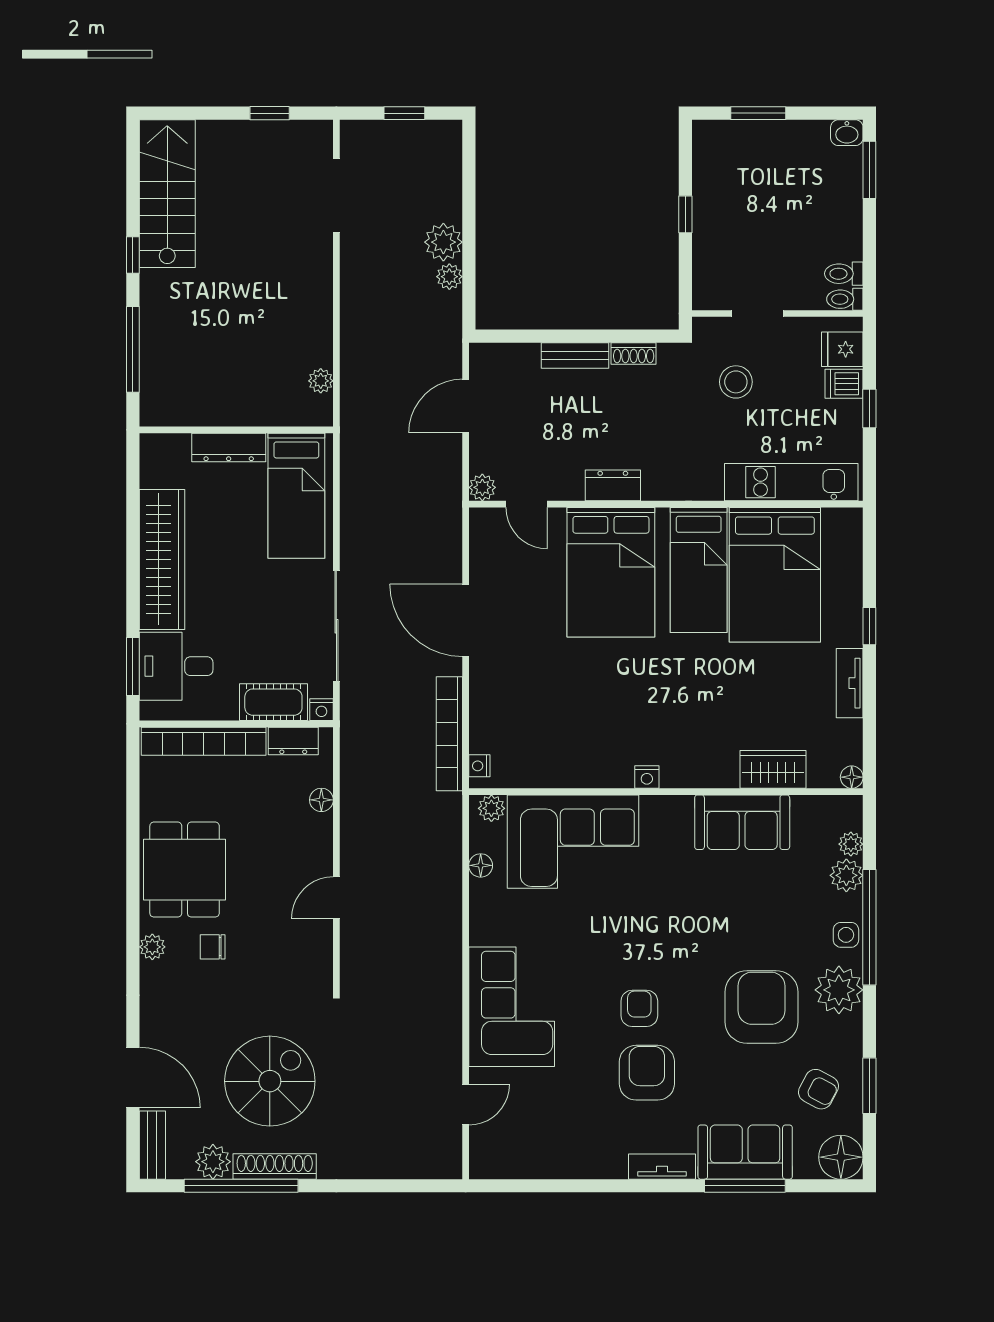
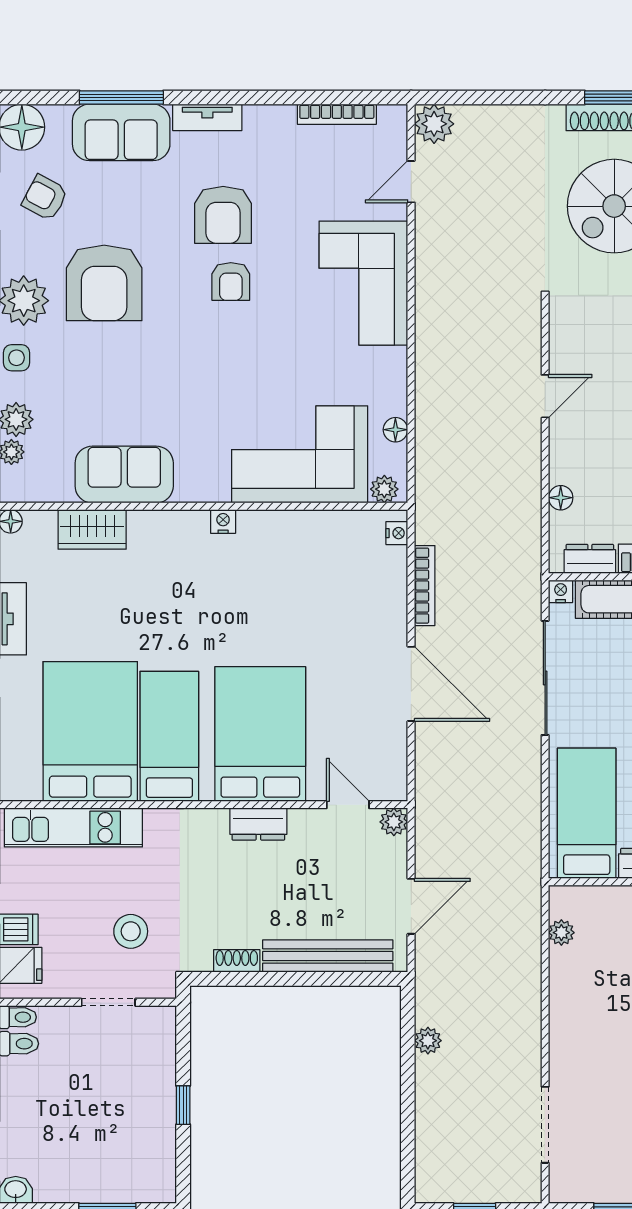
plant: (443, 242) -> (434, 124), moved
bench: (575, 355) -> (328, 956), width x1.86, depth x1.21
bookcase: (449, 734) -> (425, 586), width x0.68, depth x0.76
bookcase: (537, 1170) -> (337, 114), added

